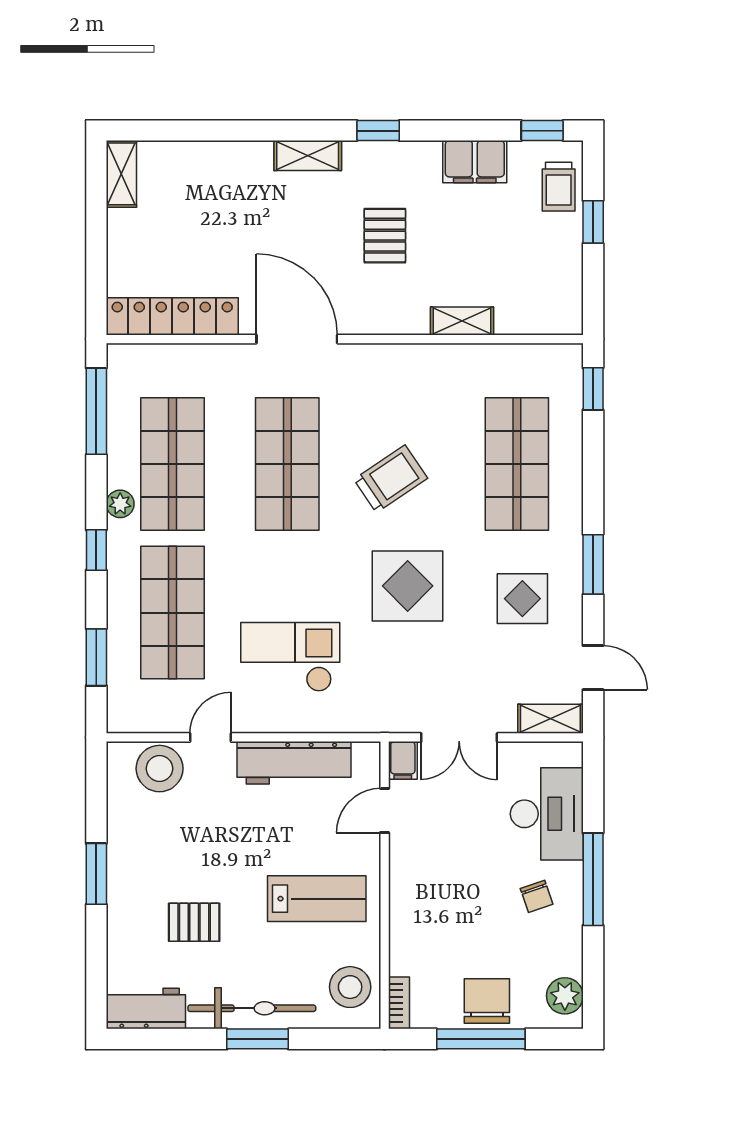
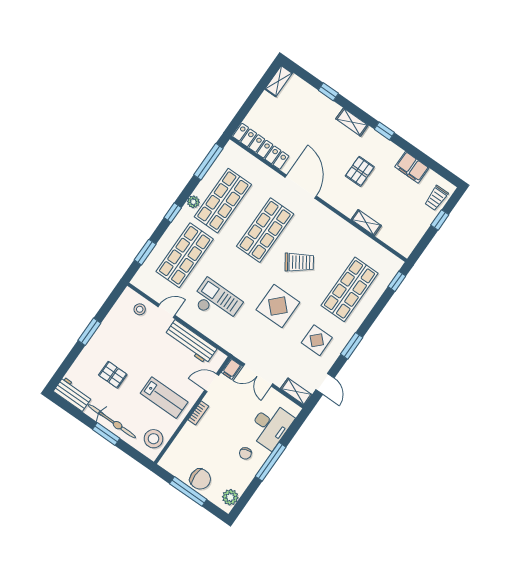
window: (542, 131) -> (328, 92), moved
stool: (160, 769) -> (140, 309), width x0.53, depth x0.53
chair: (487, 1001) -> (200, 479), turned 90
bookcase: (399, 1003) -> (198, 413), moved

